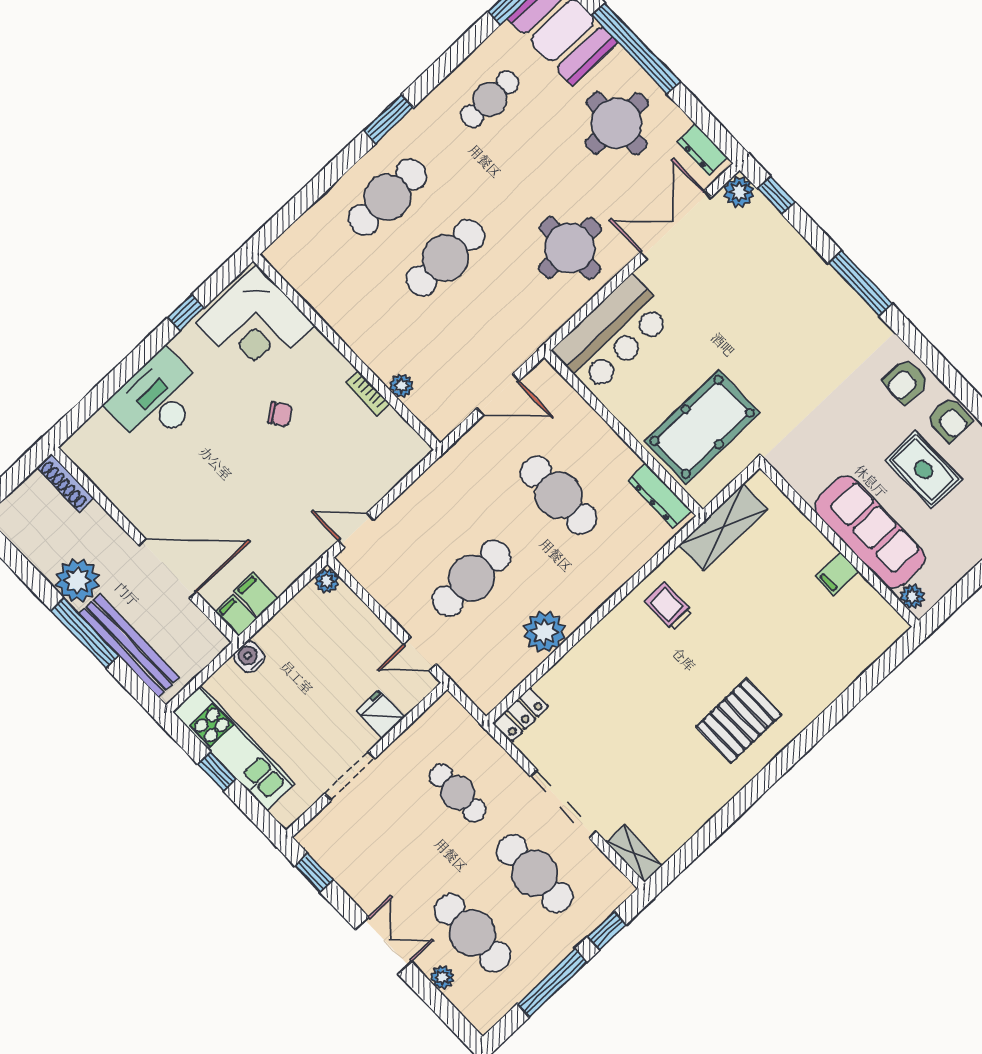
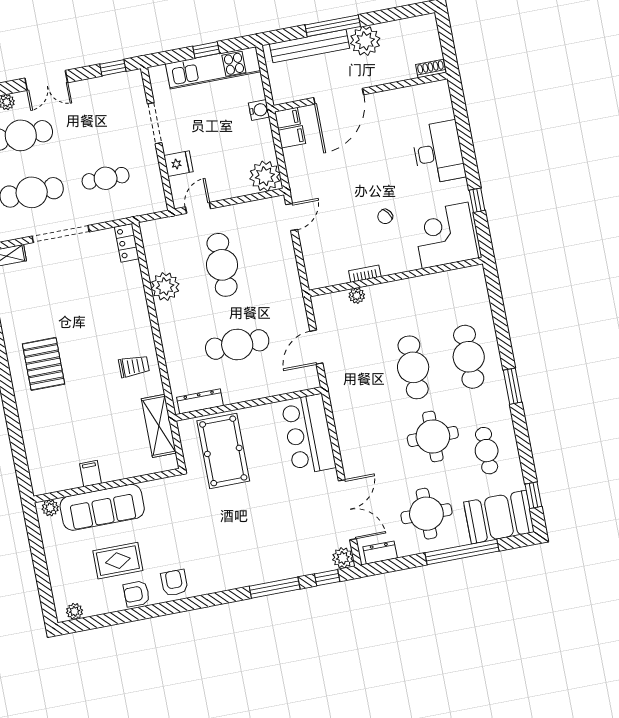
round table: (570, 248) -> (433, 436), moved
window: (860, 283) -> (275, 588), moved
shoe rack: (65, 483) -> (431, 69), width x0.70
plant: (327, 581) -> (265, 176), width x1.88, depth x1.88

